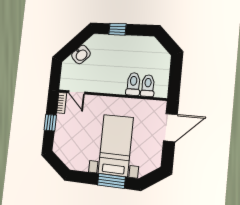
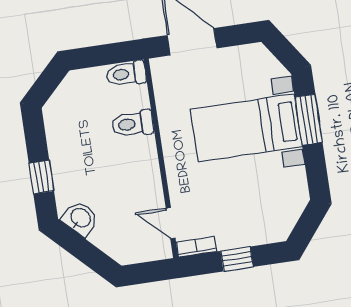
washbasin: (81, 54) -> (80, 218), moved
toilet: (148, 86) -> (126, 74), moved
door: (77, 92) -> (171, 223), swing flipped

